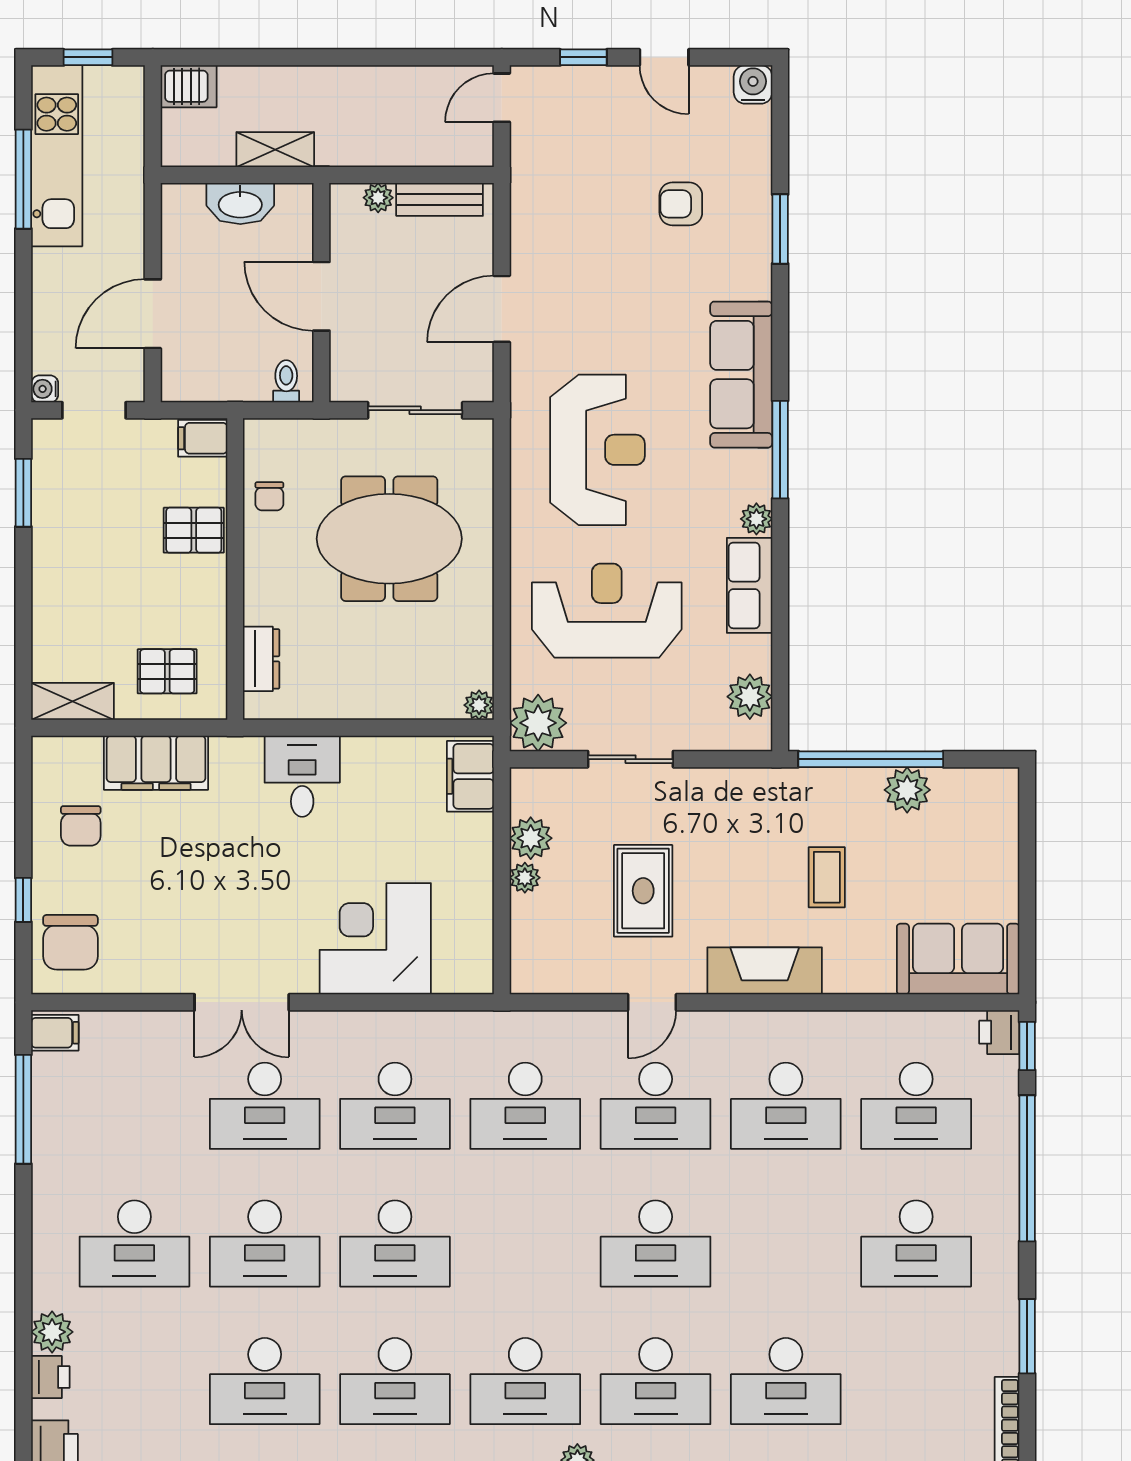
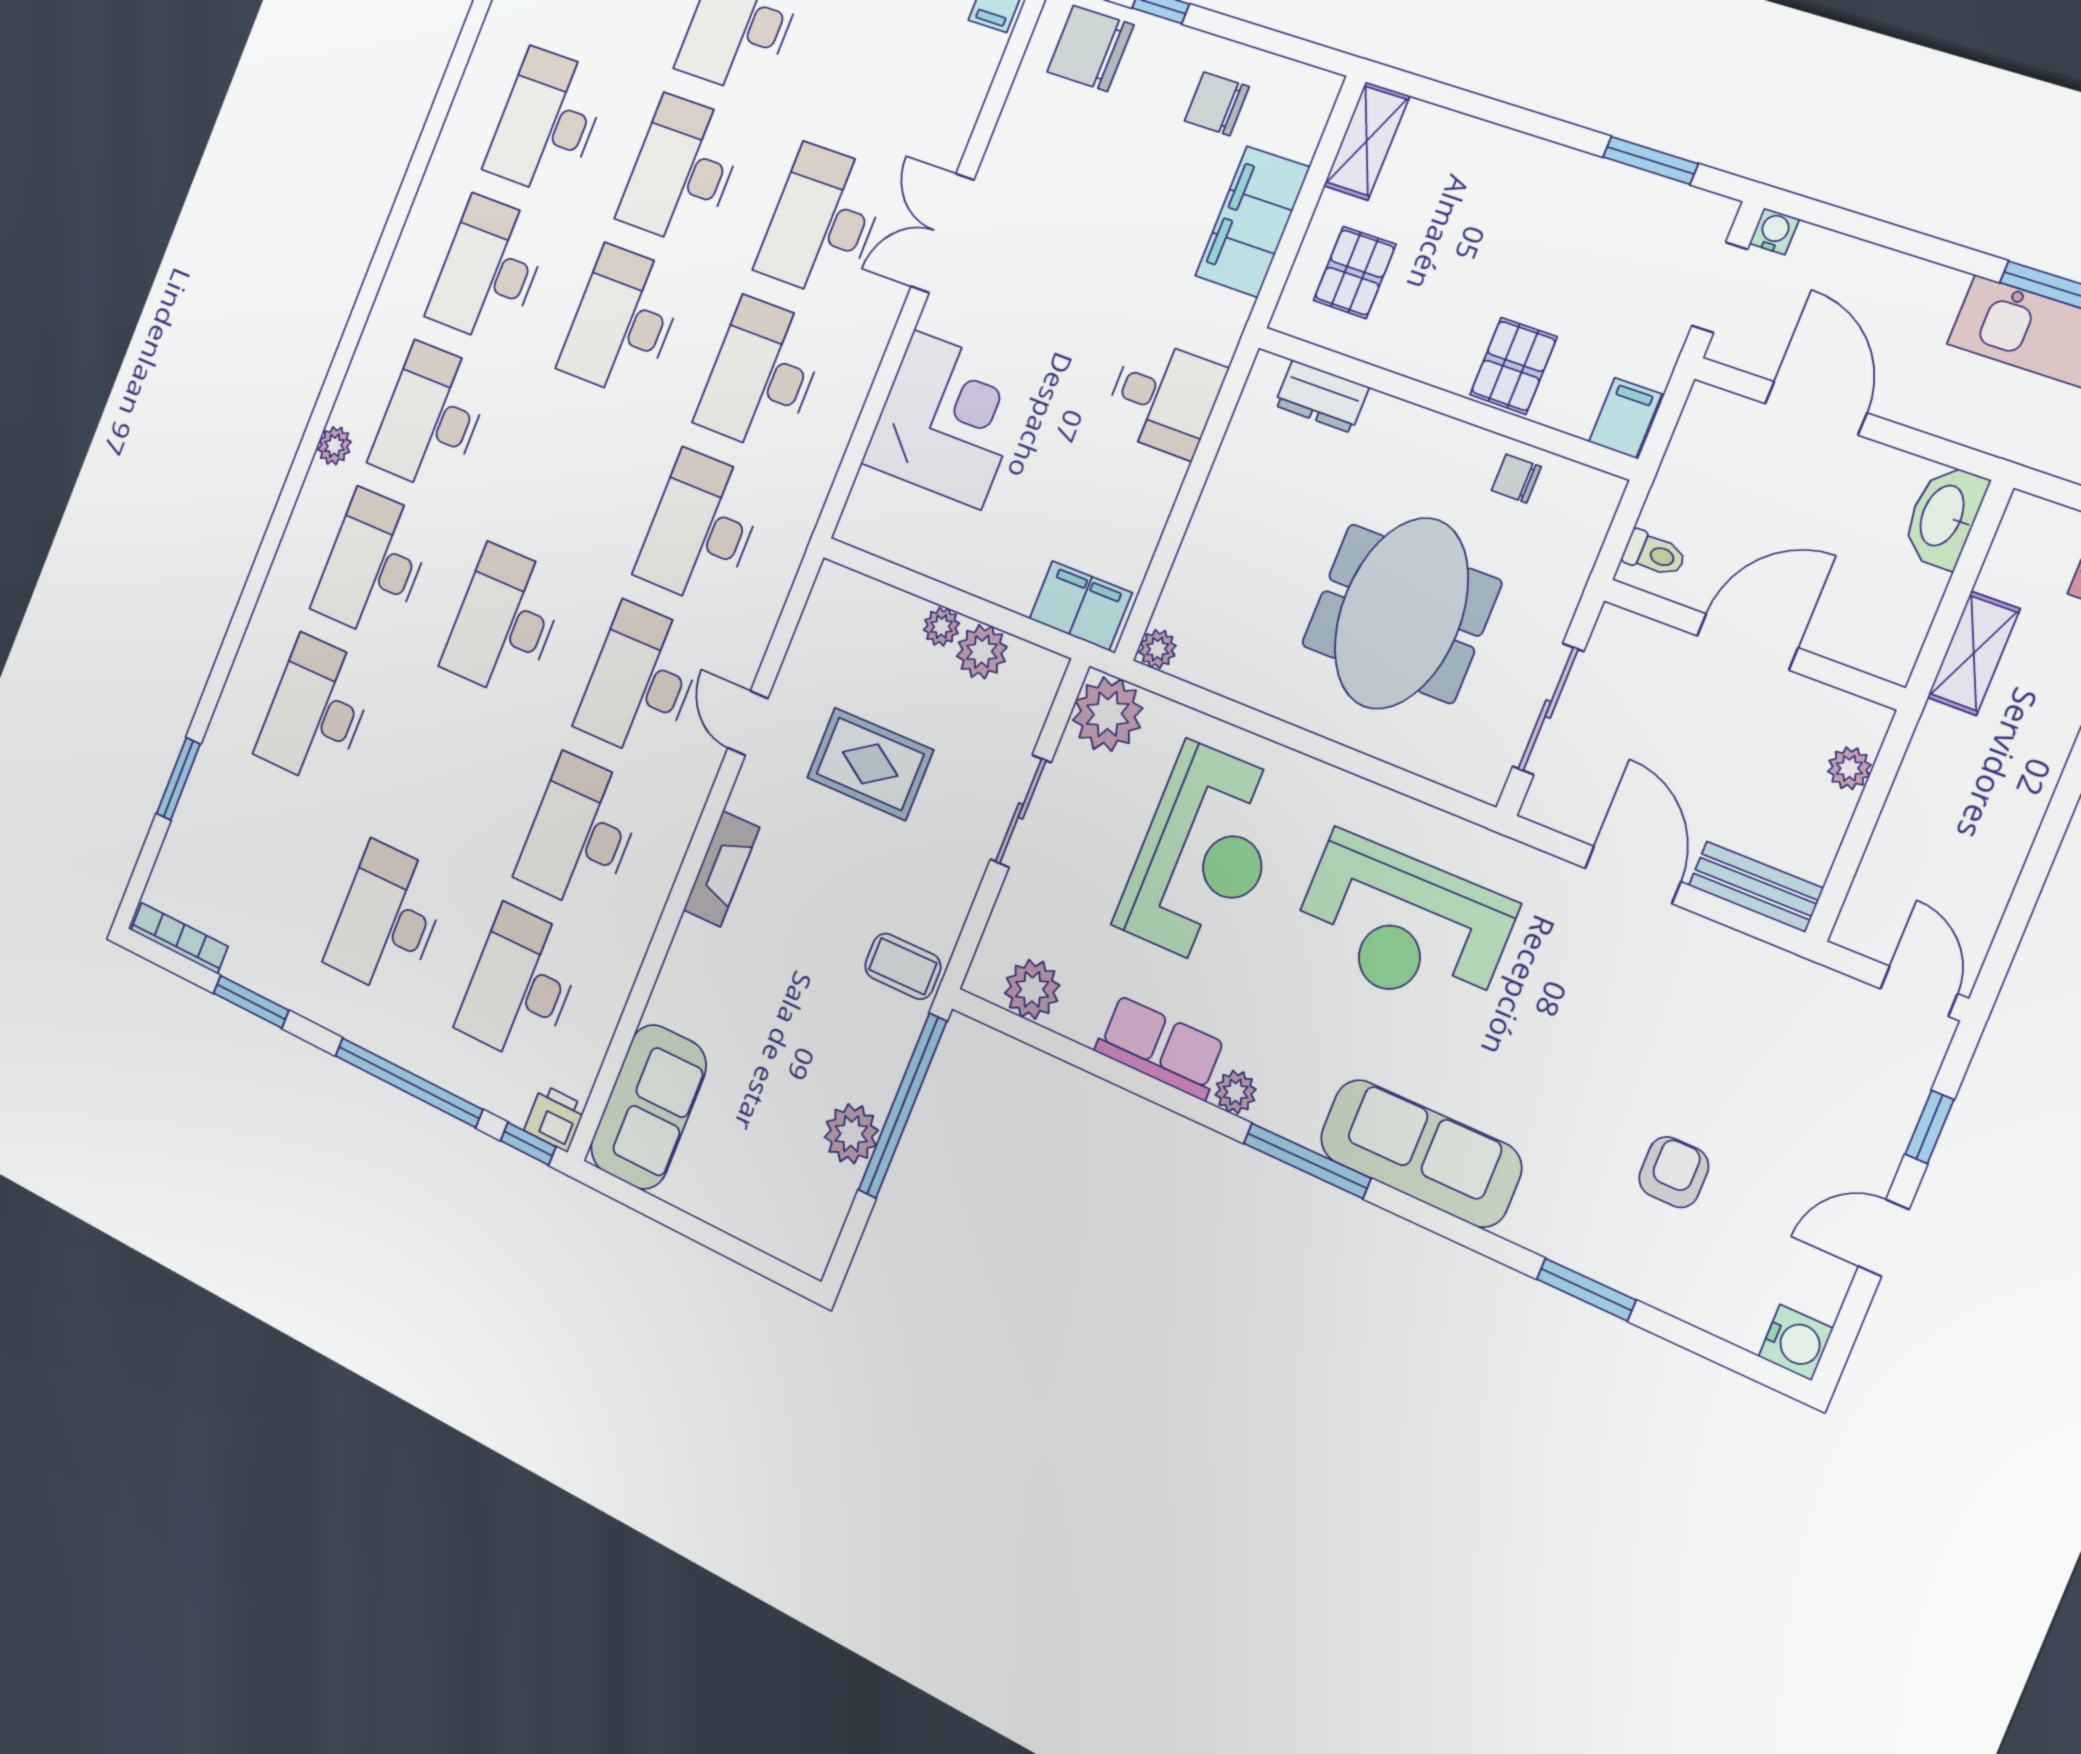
bench: (440, 199) -> (1756, 887), moved, turned 90
washbasin: (240, 203) -> (1944, 516), moved
coffee table: (827, 877) -> (903, 966), moved
fireplace: (765, 971) -> (722, 869), width x0.73, depth x0.76

